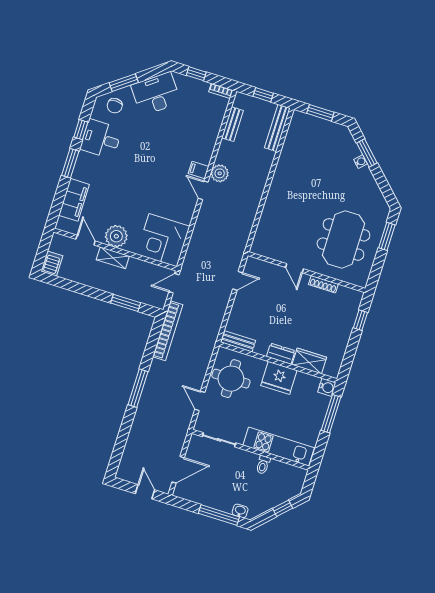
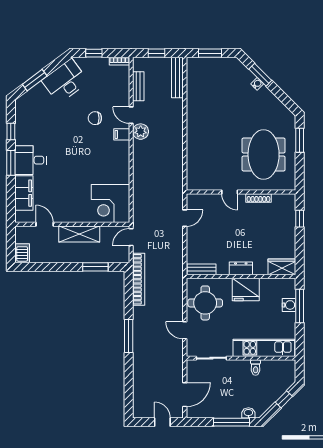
chair: (115, 106) -> (95, 118), moved, turned 90
desk: (101, 139) -> (30, 160), moved
door: (203, 190) -> (131, 115), moved
plant: (116, 236) -> (70, 213), removed
shelving: (113, 258) -> (79, 234), width x1.50, depth x1.33
wardrobe: (309, 361) -> (282, 267), moved
water cooler: (327, 387) -> (289, 305), moved

